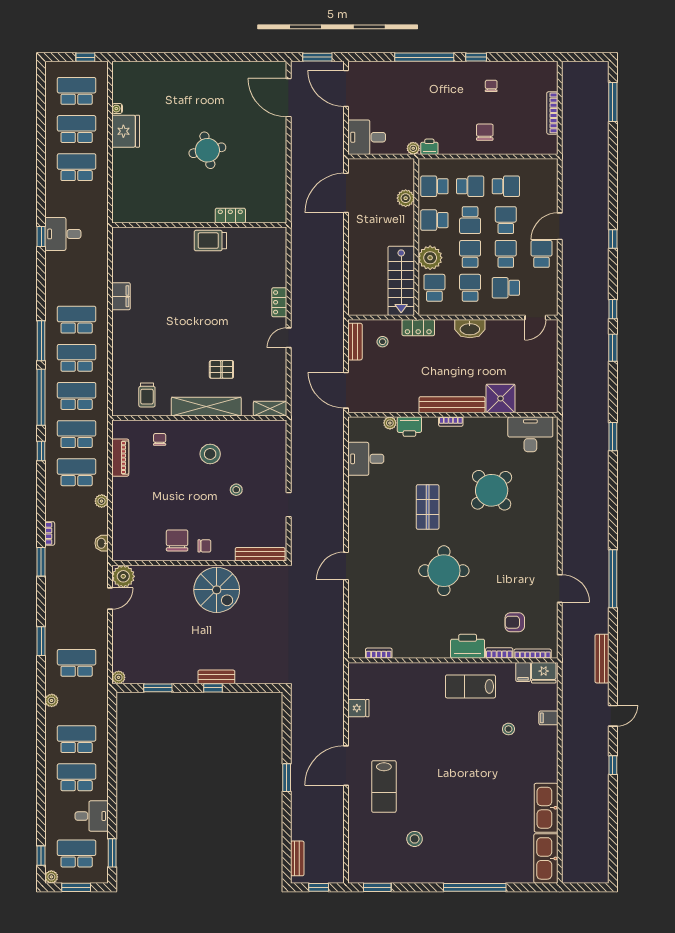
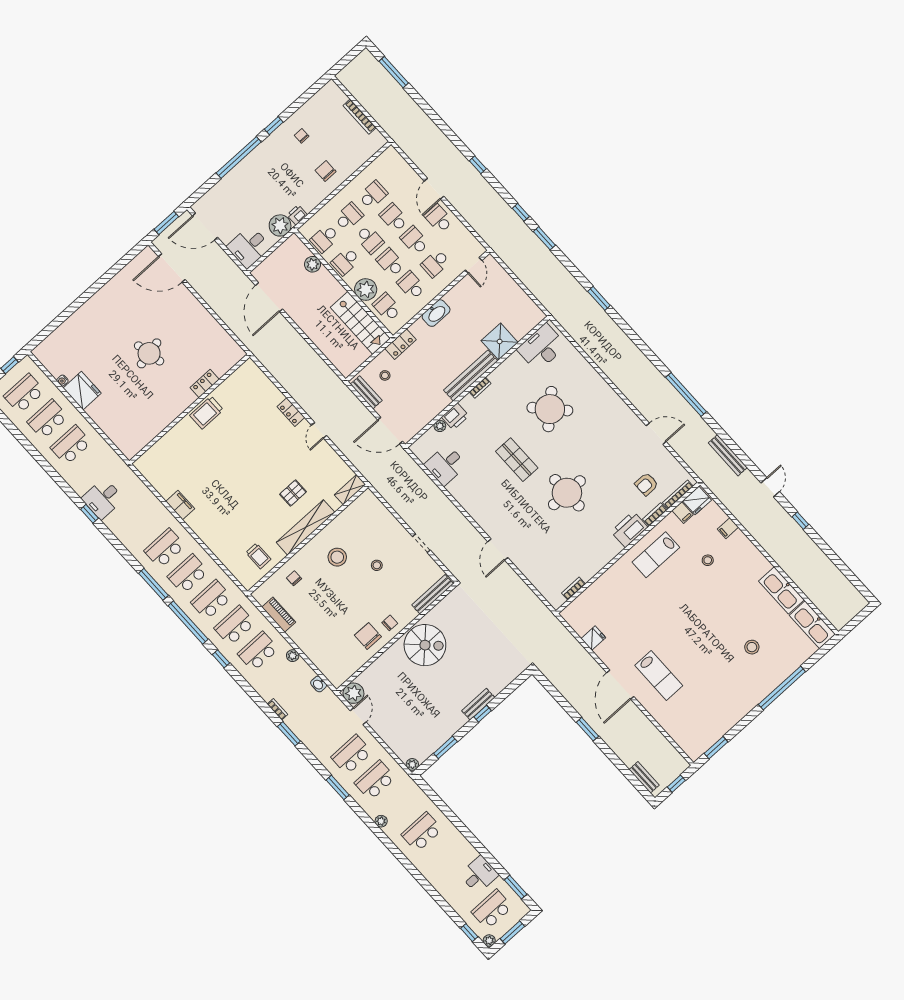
plant: (413, 148) -> (280, 225), width x1.88, depth x1.88
school desk: (77, 777) -> (352, 755), moved
stool: (415, 839) -> (752, 647), moved

